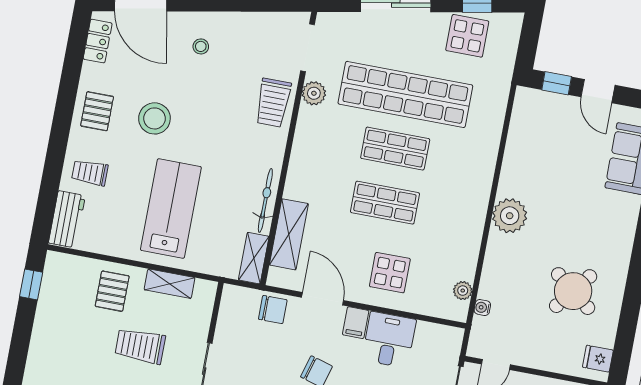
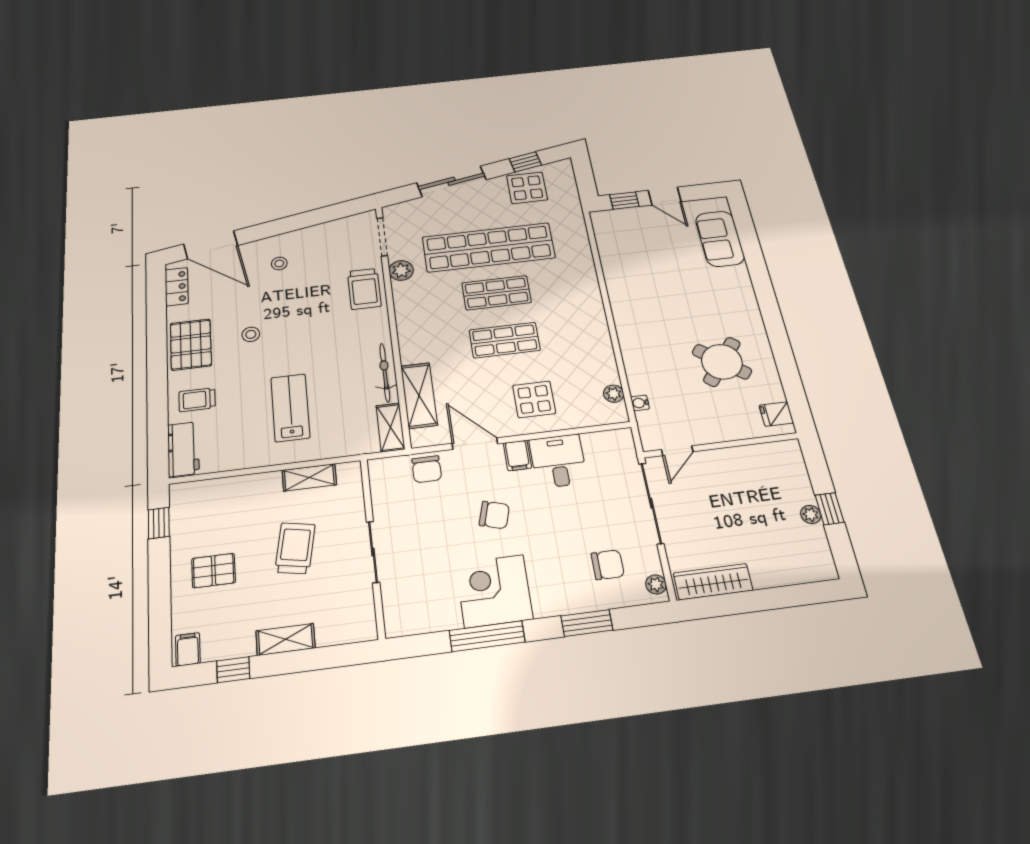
pallet: (97, 111) -> (191, 344), width x1.50, depth x1.42
stool: (154, 118) -> (251, 334), width x0.53, depth x0.53
lab bench: (171, 209) -> (290, 408), width x0.73, depth x0.72
plant: (510, 216) -> (630, 316), removed
pallet: (112, 291) -> (214, 571), moved, turned 90
chair: (273, 310) -> (427, 469), turned 90
trolley: (140, 346) -> (295, 548), turned 101

